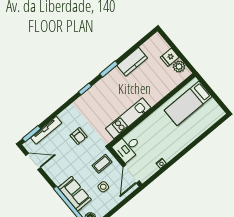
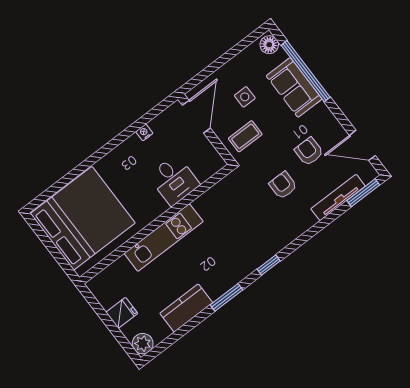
plant: (179, 66) -> (143, 344), moved
bed: (188, 103) -> (83, 218), width x2.04
kitchen unit: (128, 118) -> (164, 237), moved
desk: (128, 148) -> (174, 180), moved, turned 90
armchair: (64, 156) -> (309, 151), added

